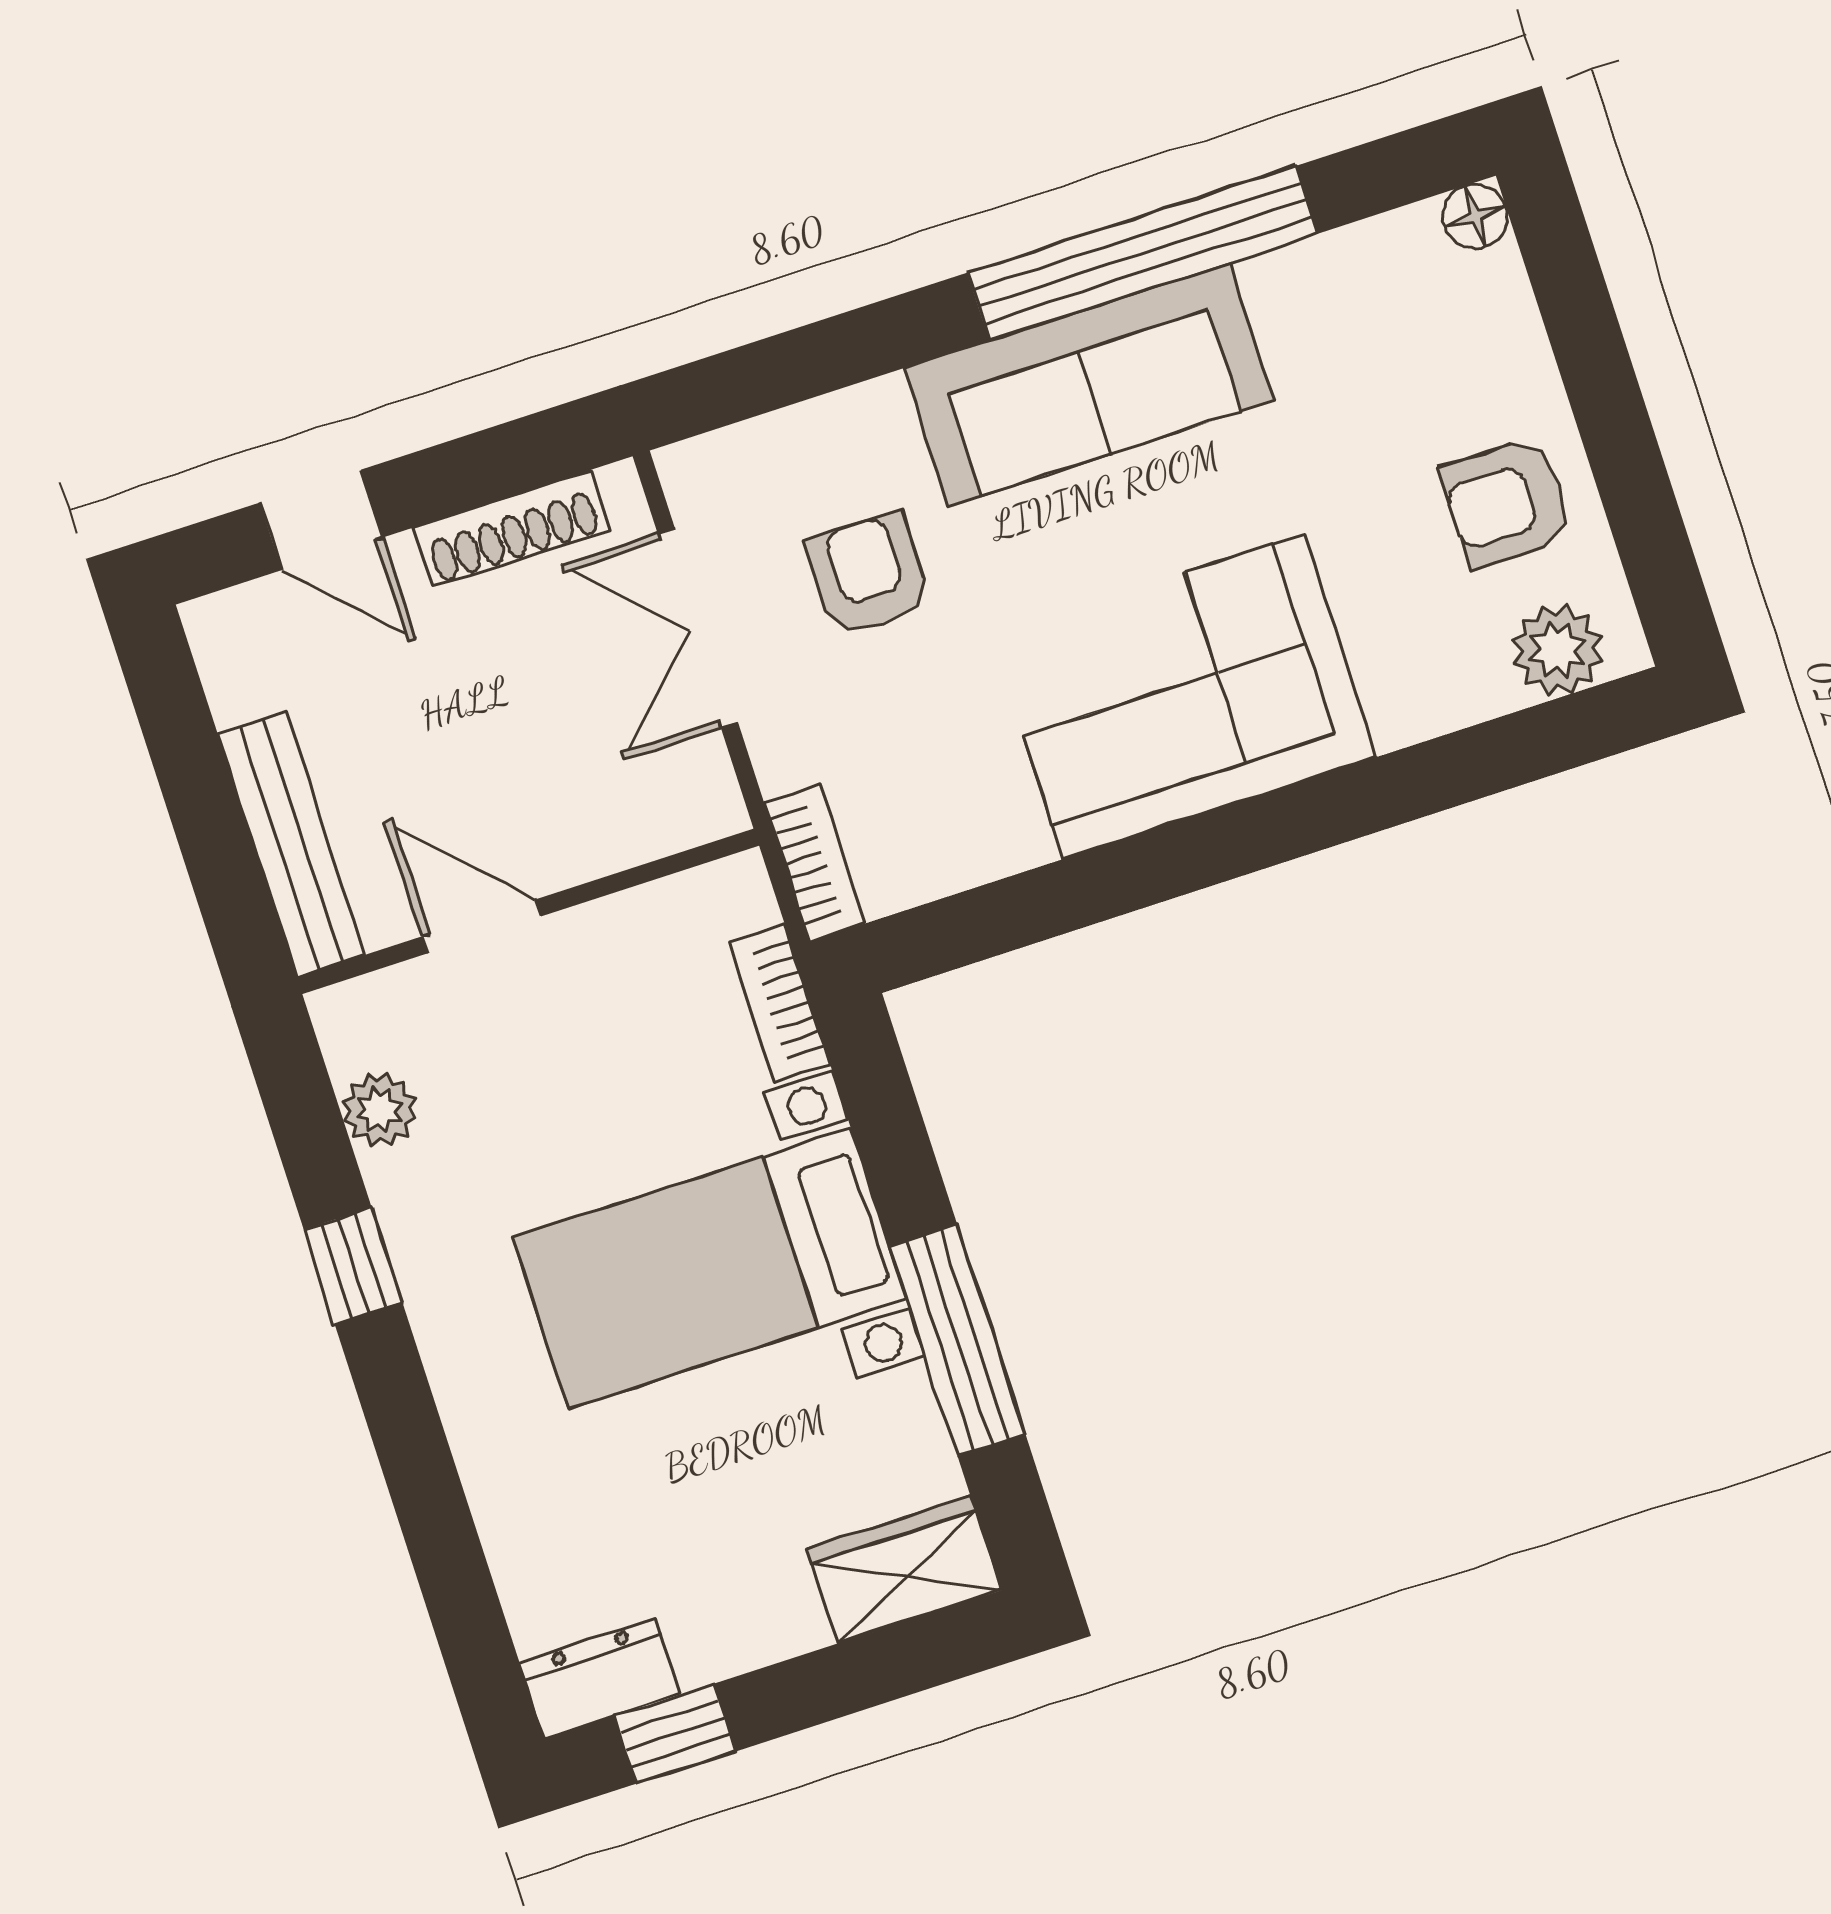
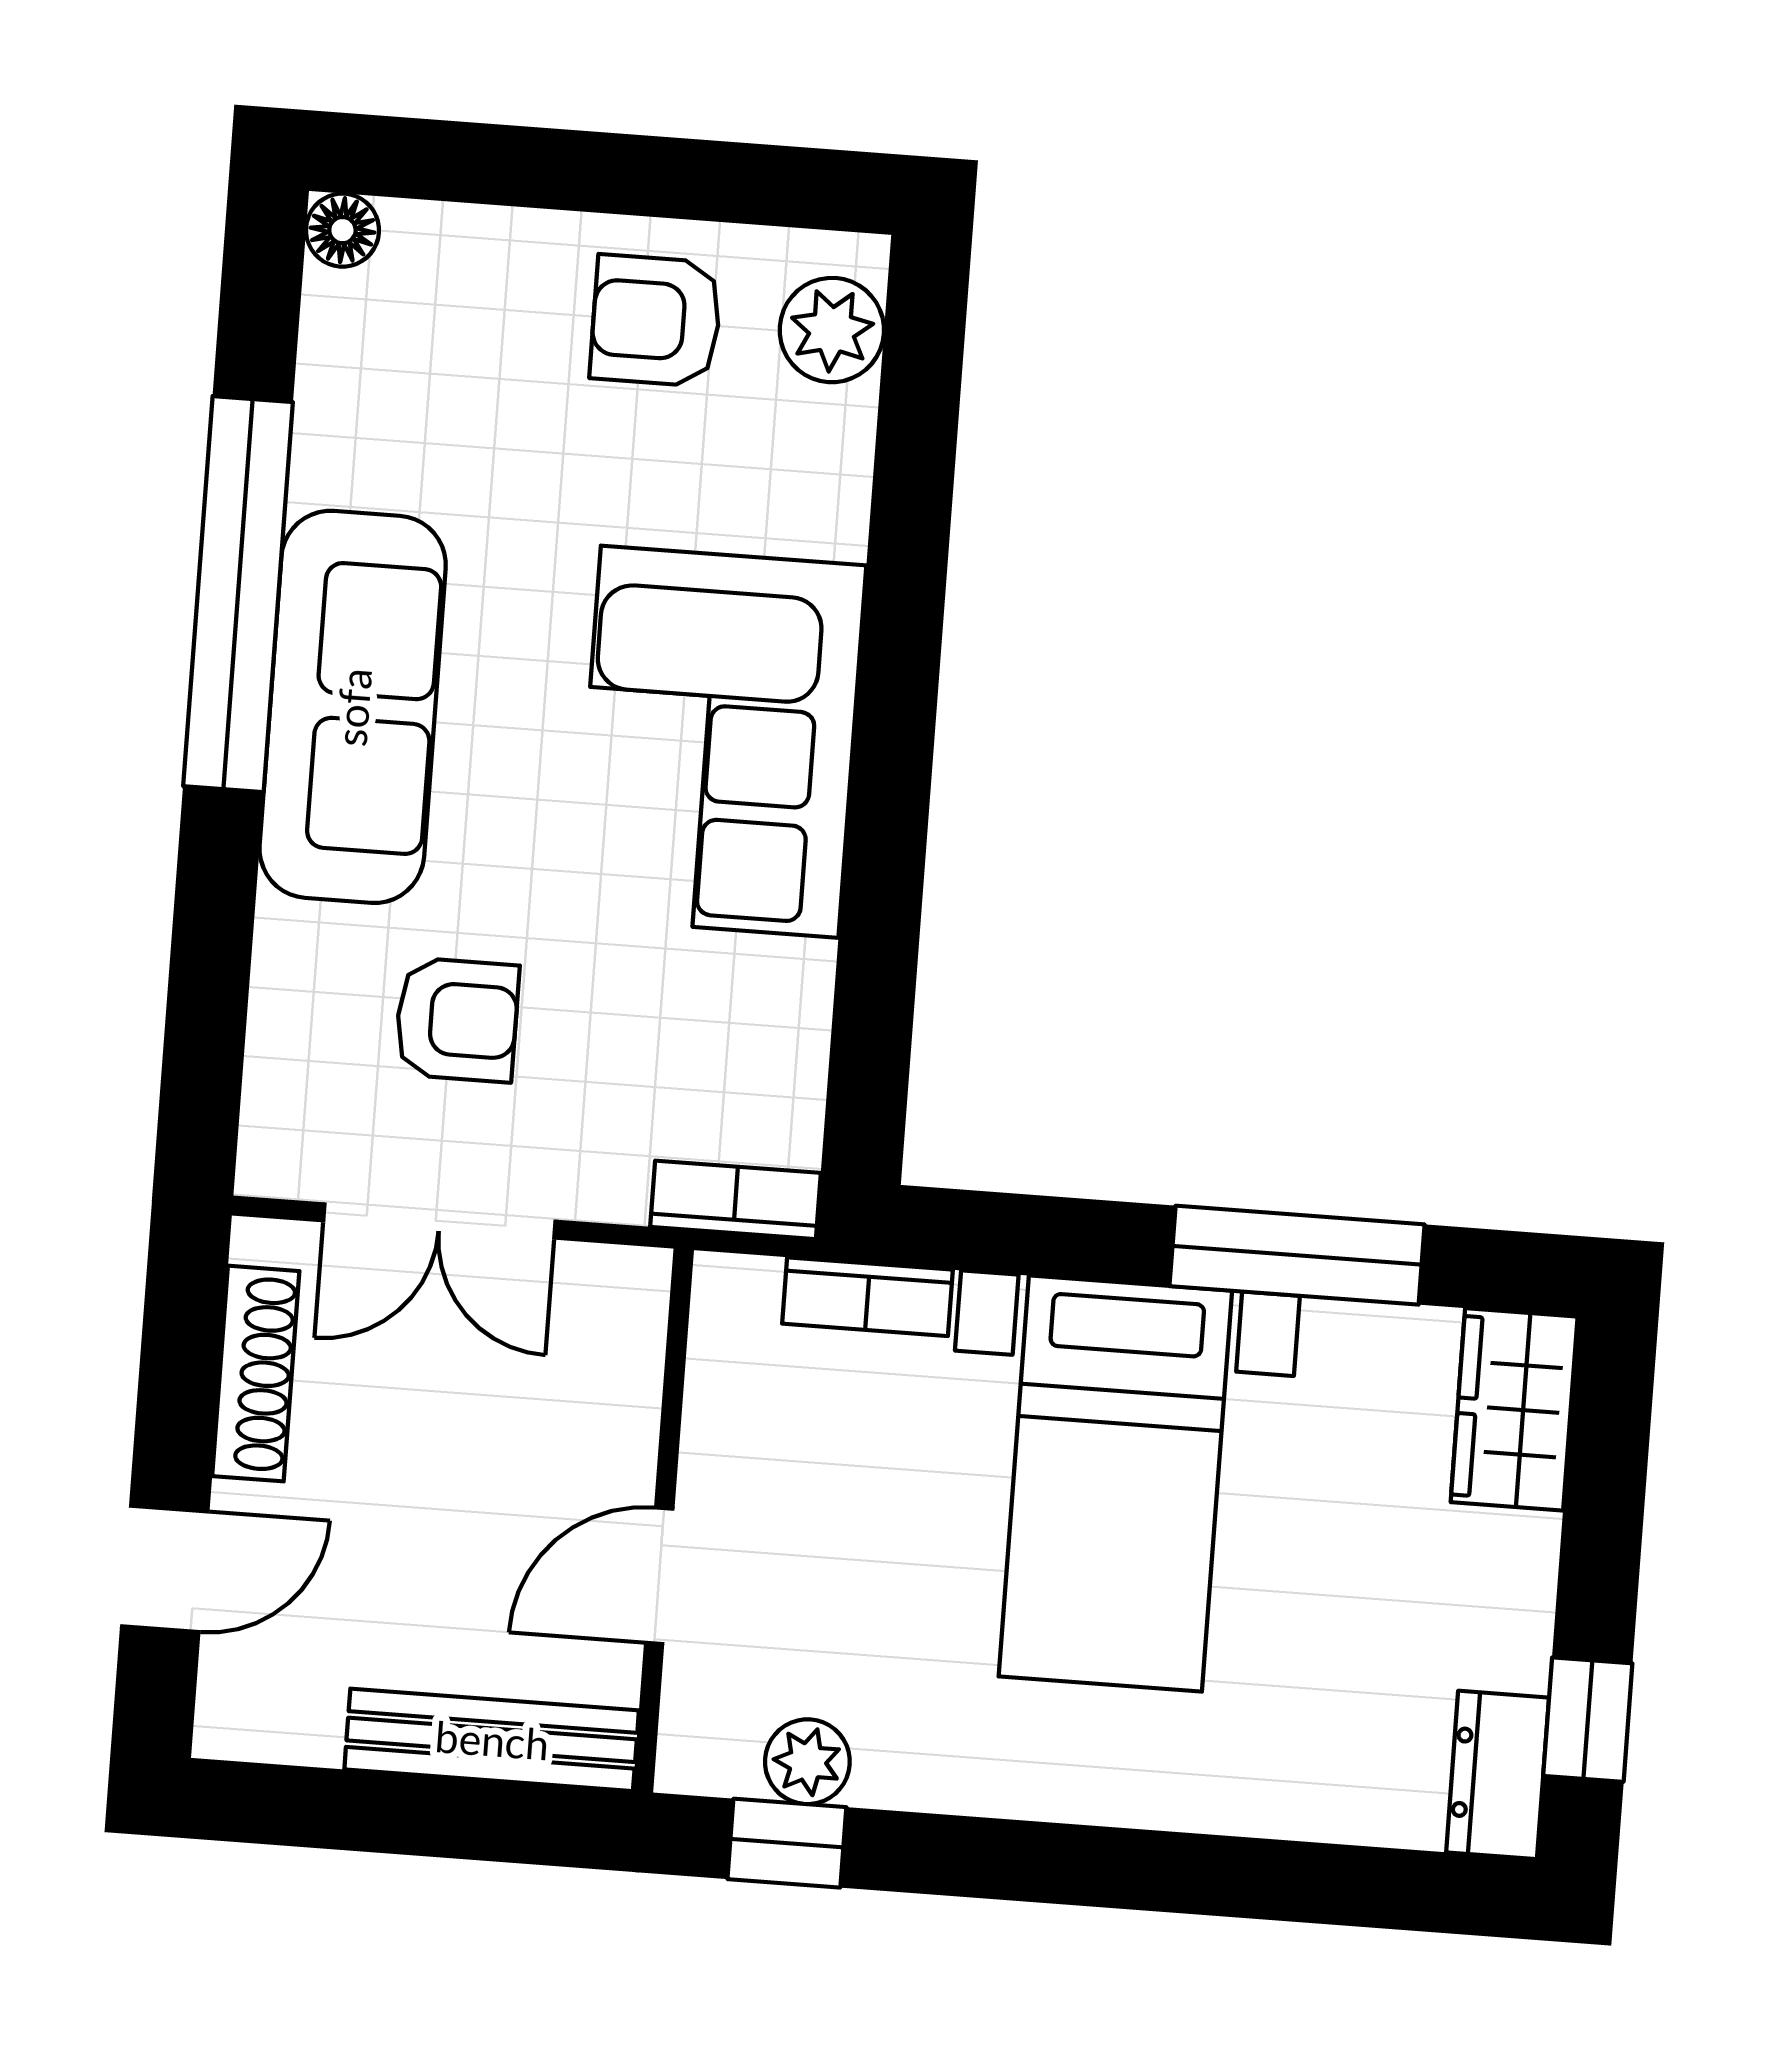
armchair: (1506, 503) -> (656, 321), turned 90
armchair: (868, 575) -> (457, 1020), turned 180
window: (353, 1266) -> (787, 1843), moved

